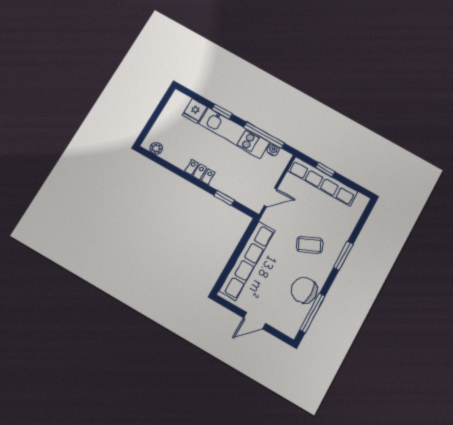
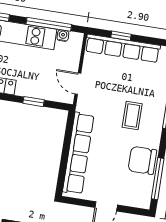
door: (271, 197) -> (78, 84), swing flipped
coffee table: (310, 245) -> (132, 115), turned -65

